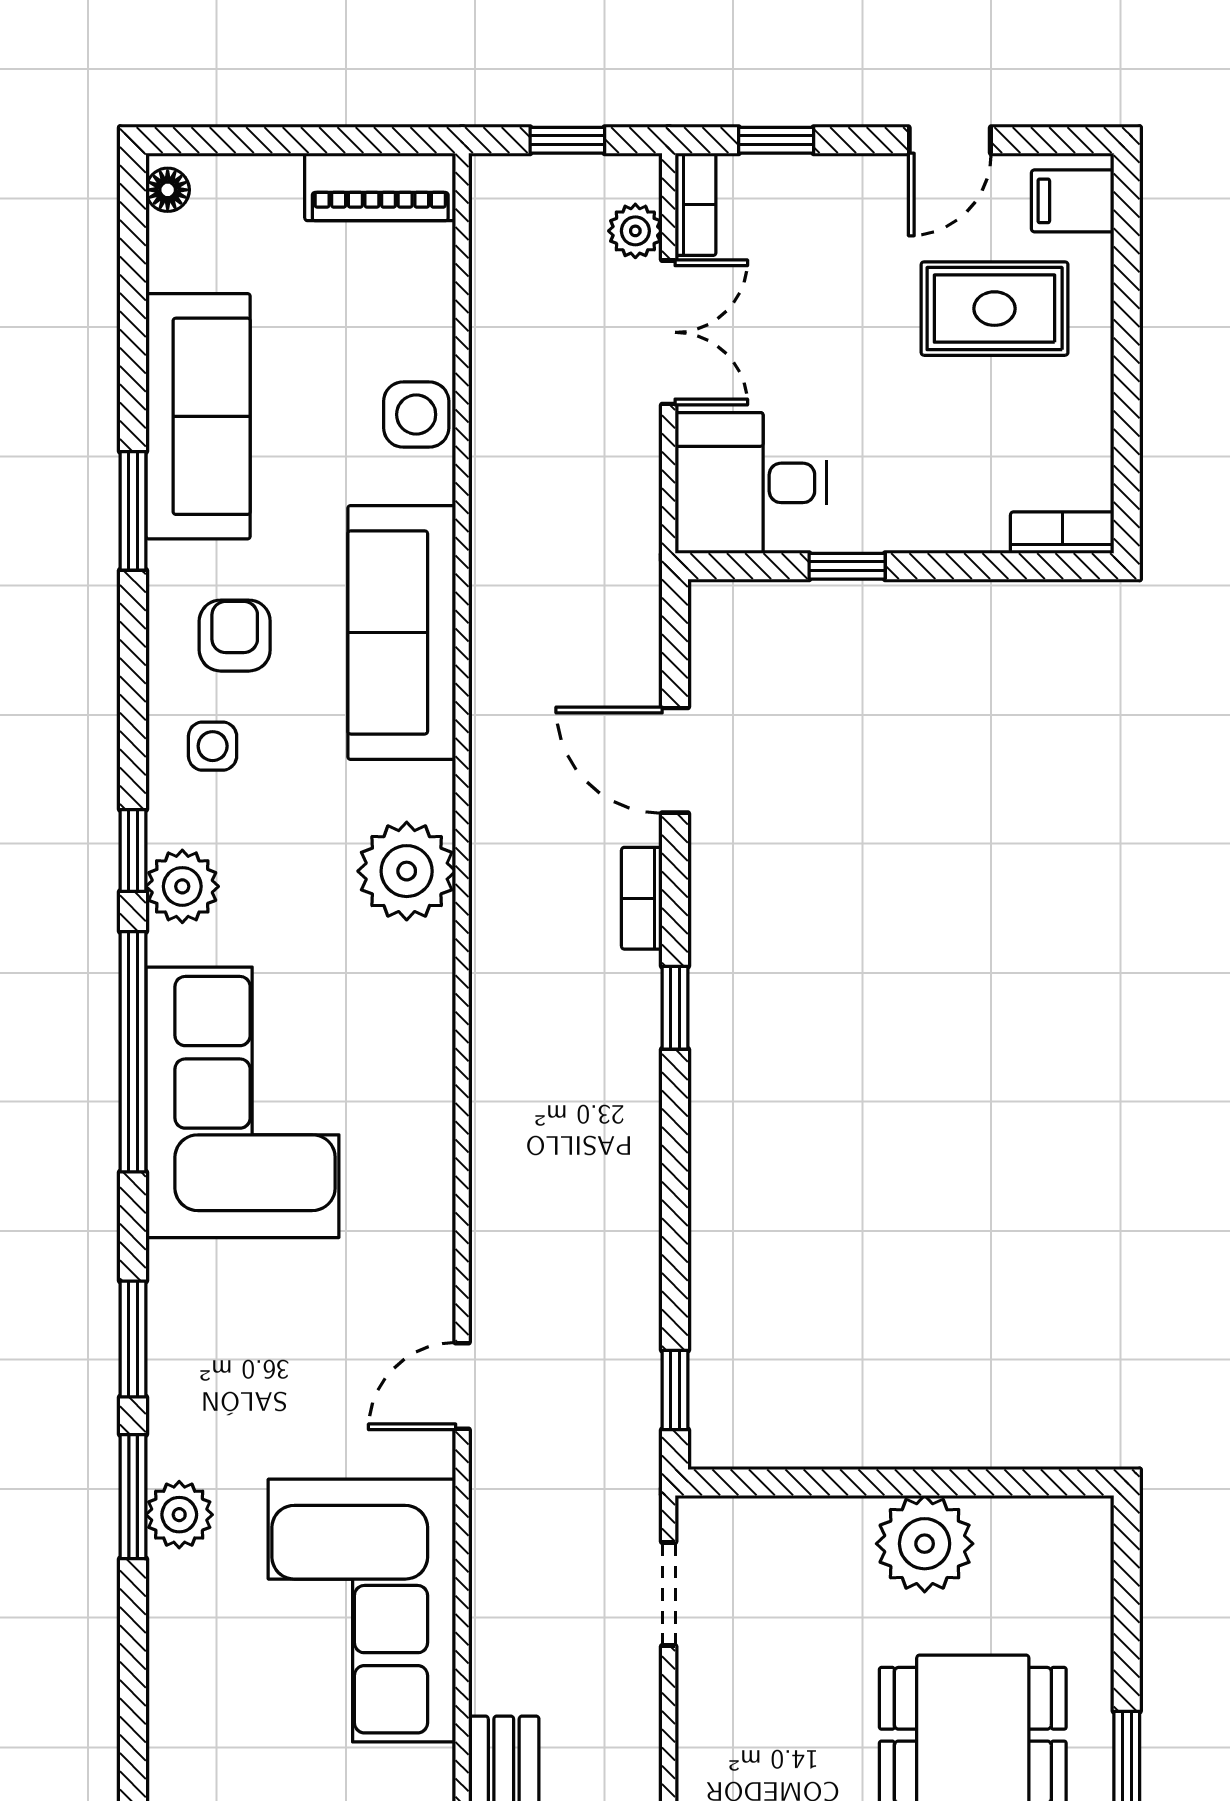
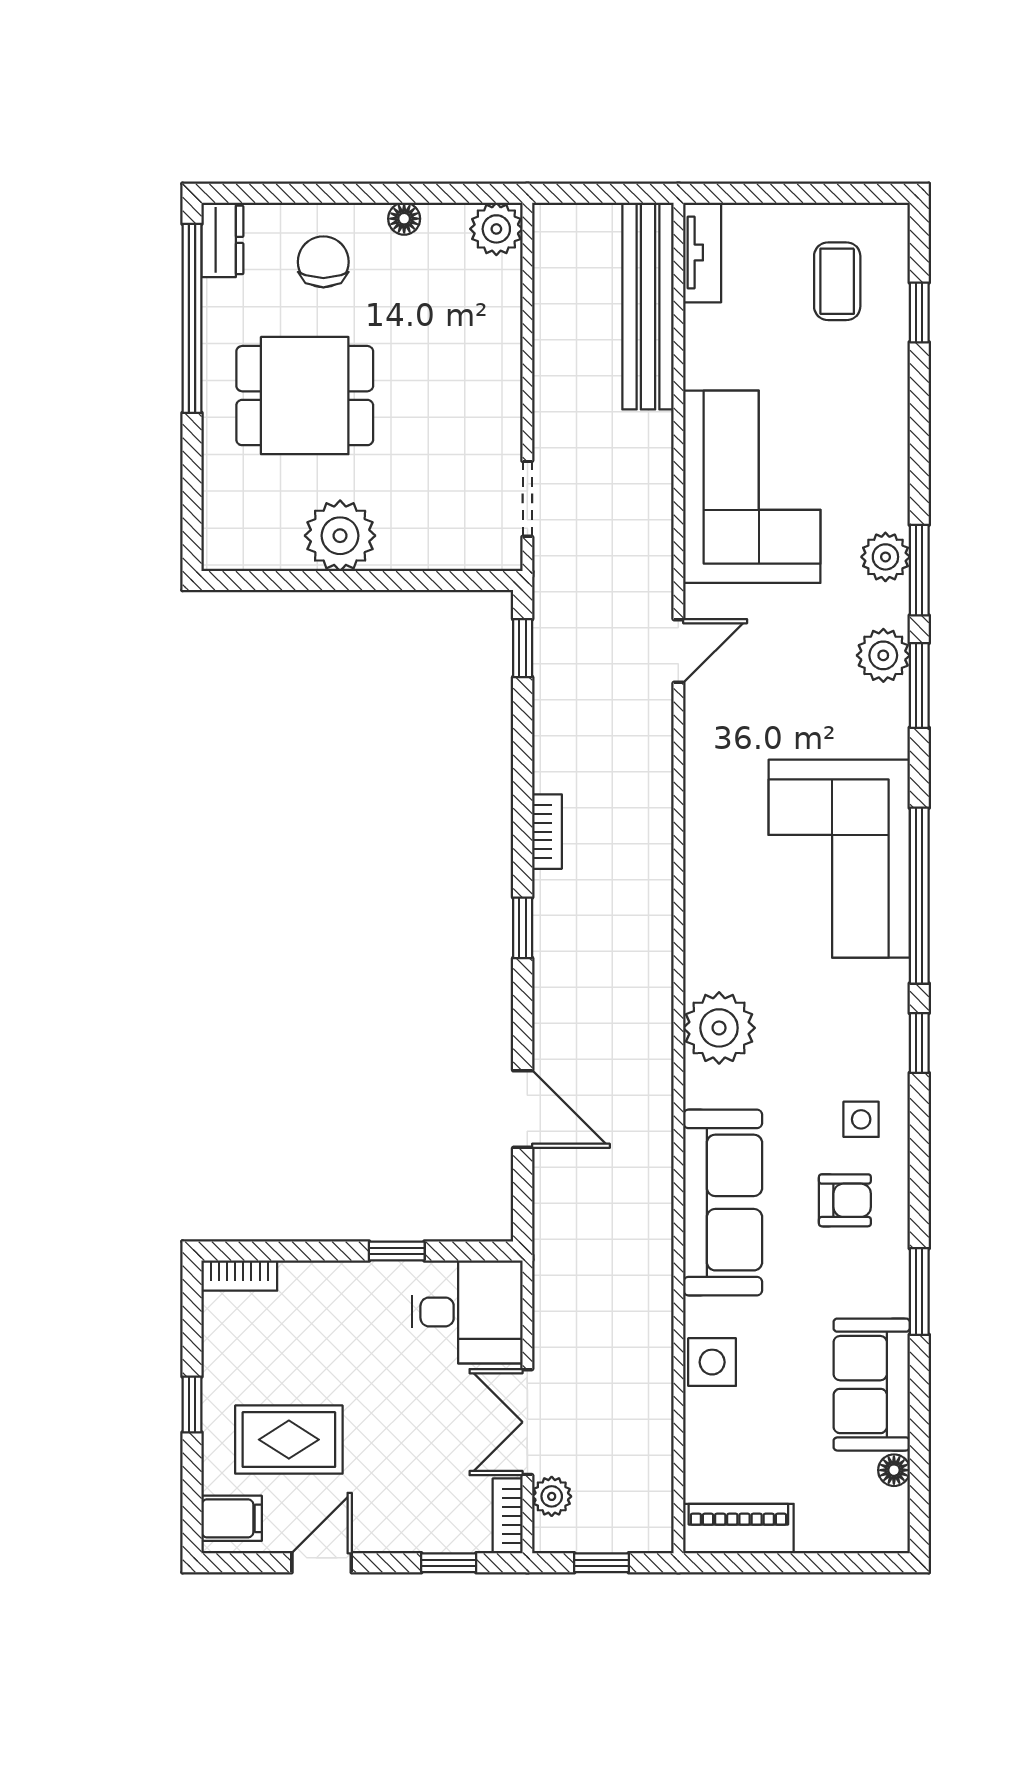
floor lamp: (168, 190) -> (894, 1470), moved
window: (1127, 356) -> (192, 1405), added
sofa: (198, 416) -> (872, 1385), width x0.73
armchair: (235, 636) -> (845, 1200), turned -90
plant: (182, 886) -> (883, 655), moved
bookcase: (642, 898) -> (547, 832), moved

